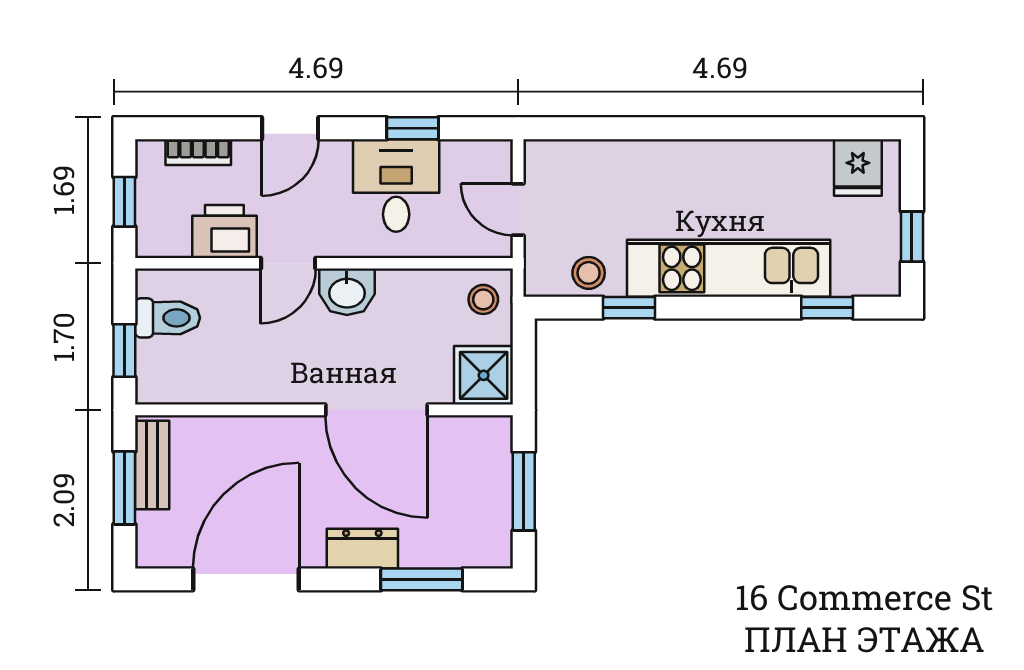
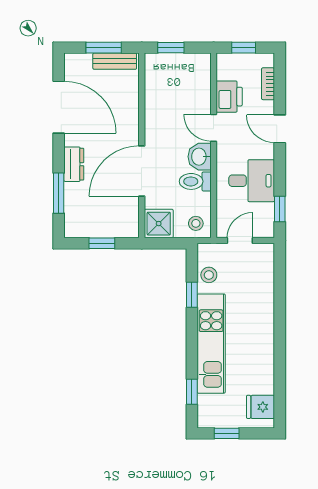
window: (413, 128) -> (280, 209), moved
toilet: (167, 318) -> (195, 181), moved, turned 90
window: (524, 491) -> (102, 243), width x0.67

